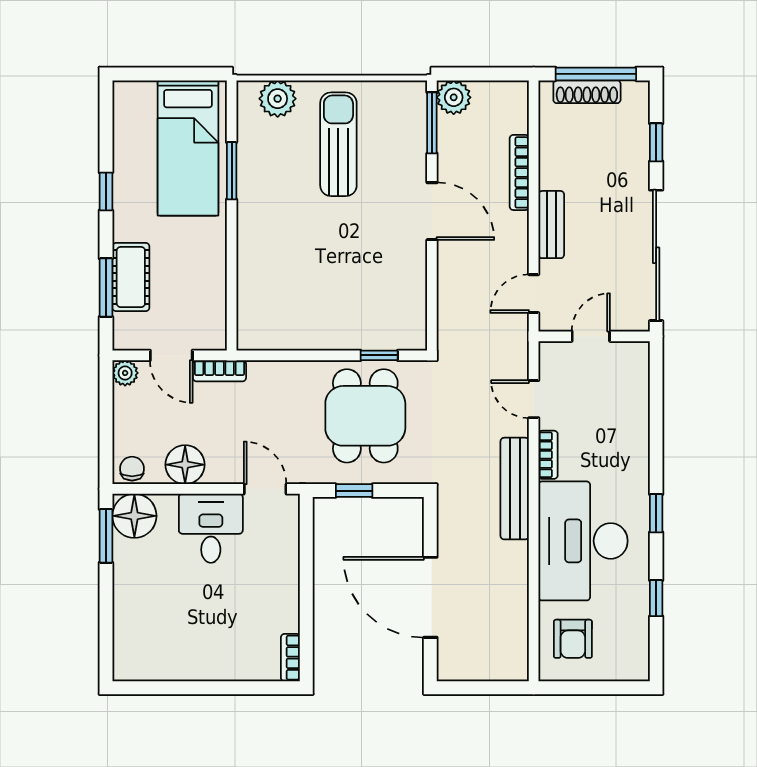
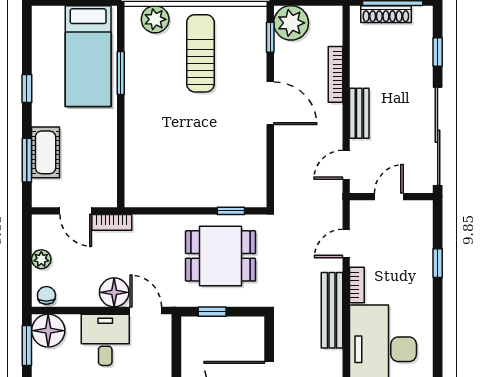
plant: (454, 97) -> (291, 23), width x1.36, depth x1.36
window: (432, 123) -> (270, 37), width x0.67
plant: (125, 373) -> (41, 259), moved
door: (534, 399) -> (346, 243), hinge flipped
dining table: (365, 416) -> (221, 256), turned 90
floor lamp: (185, 465) -> (114, 292), moved
window: (656, 513) -> (438, 263), moved

